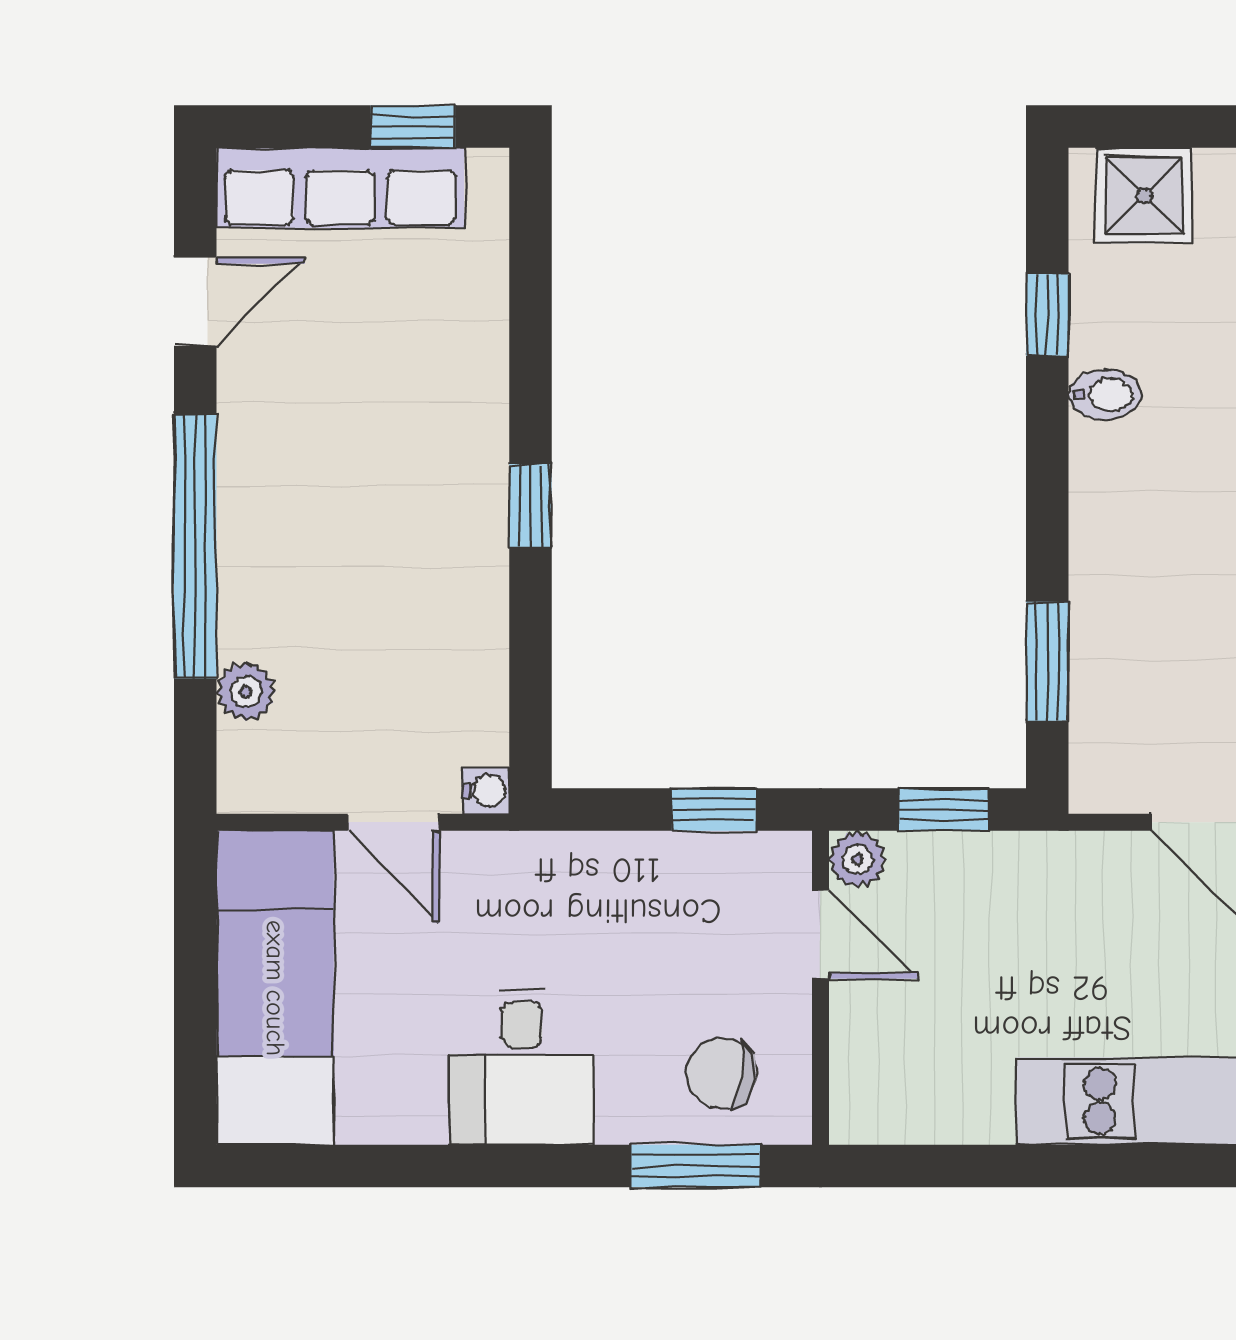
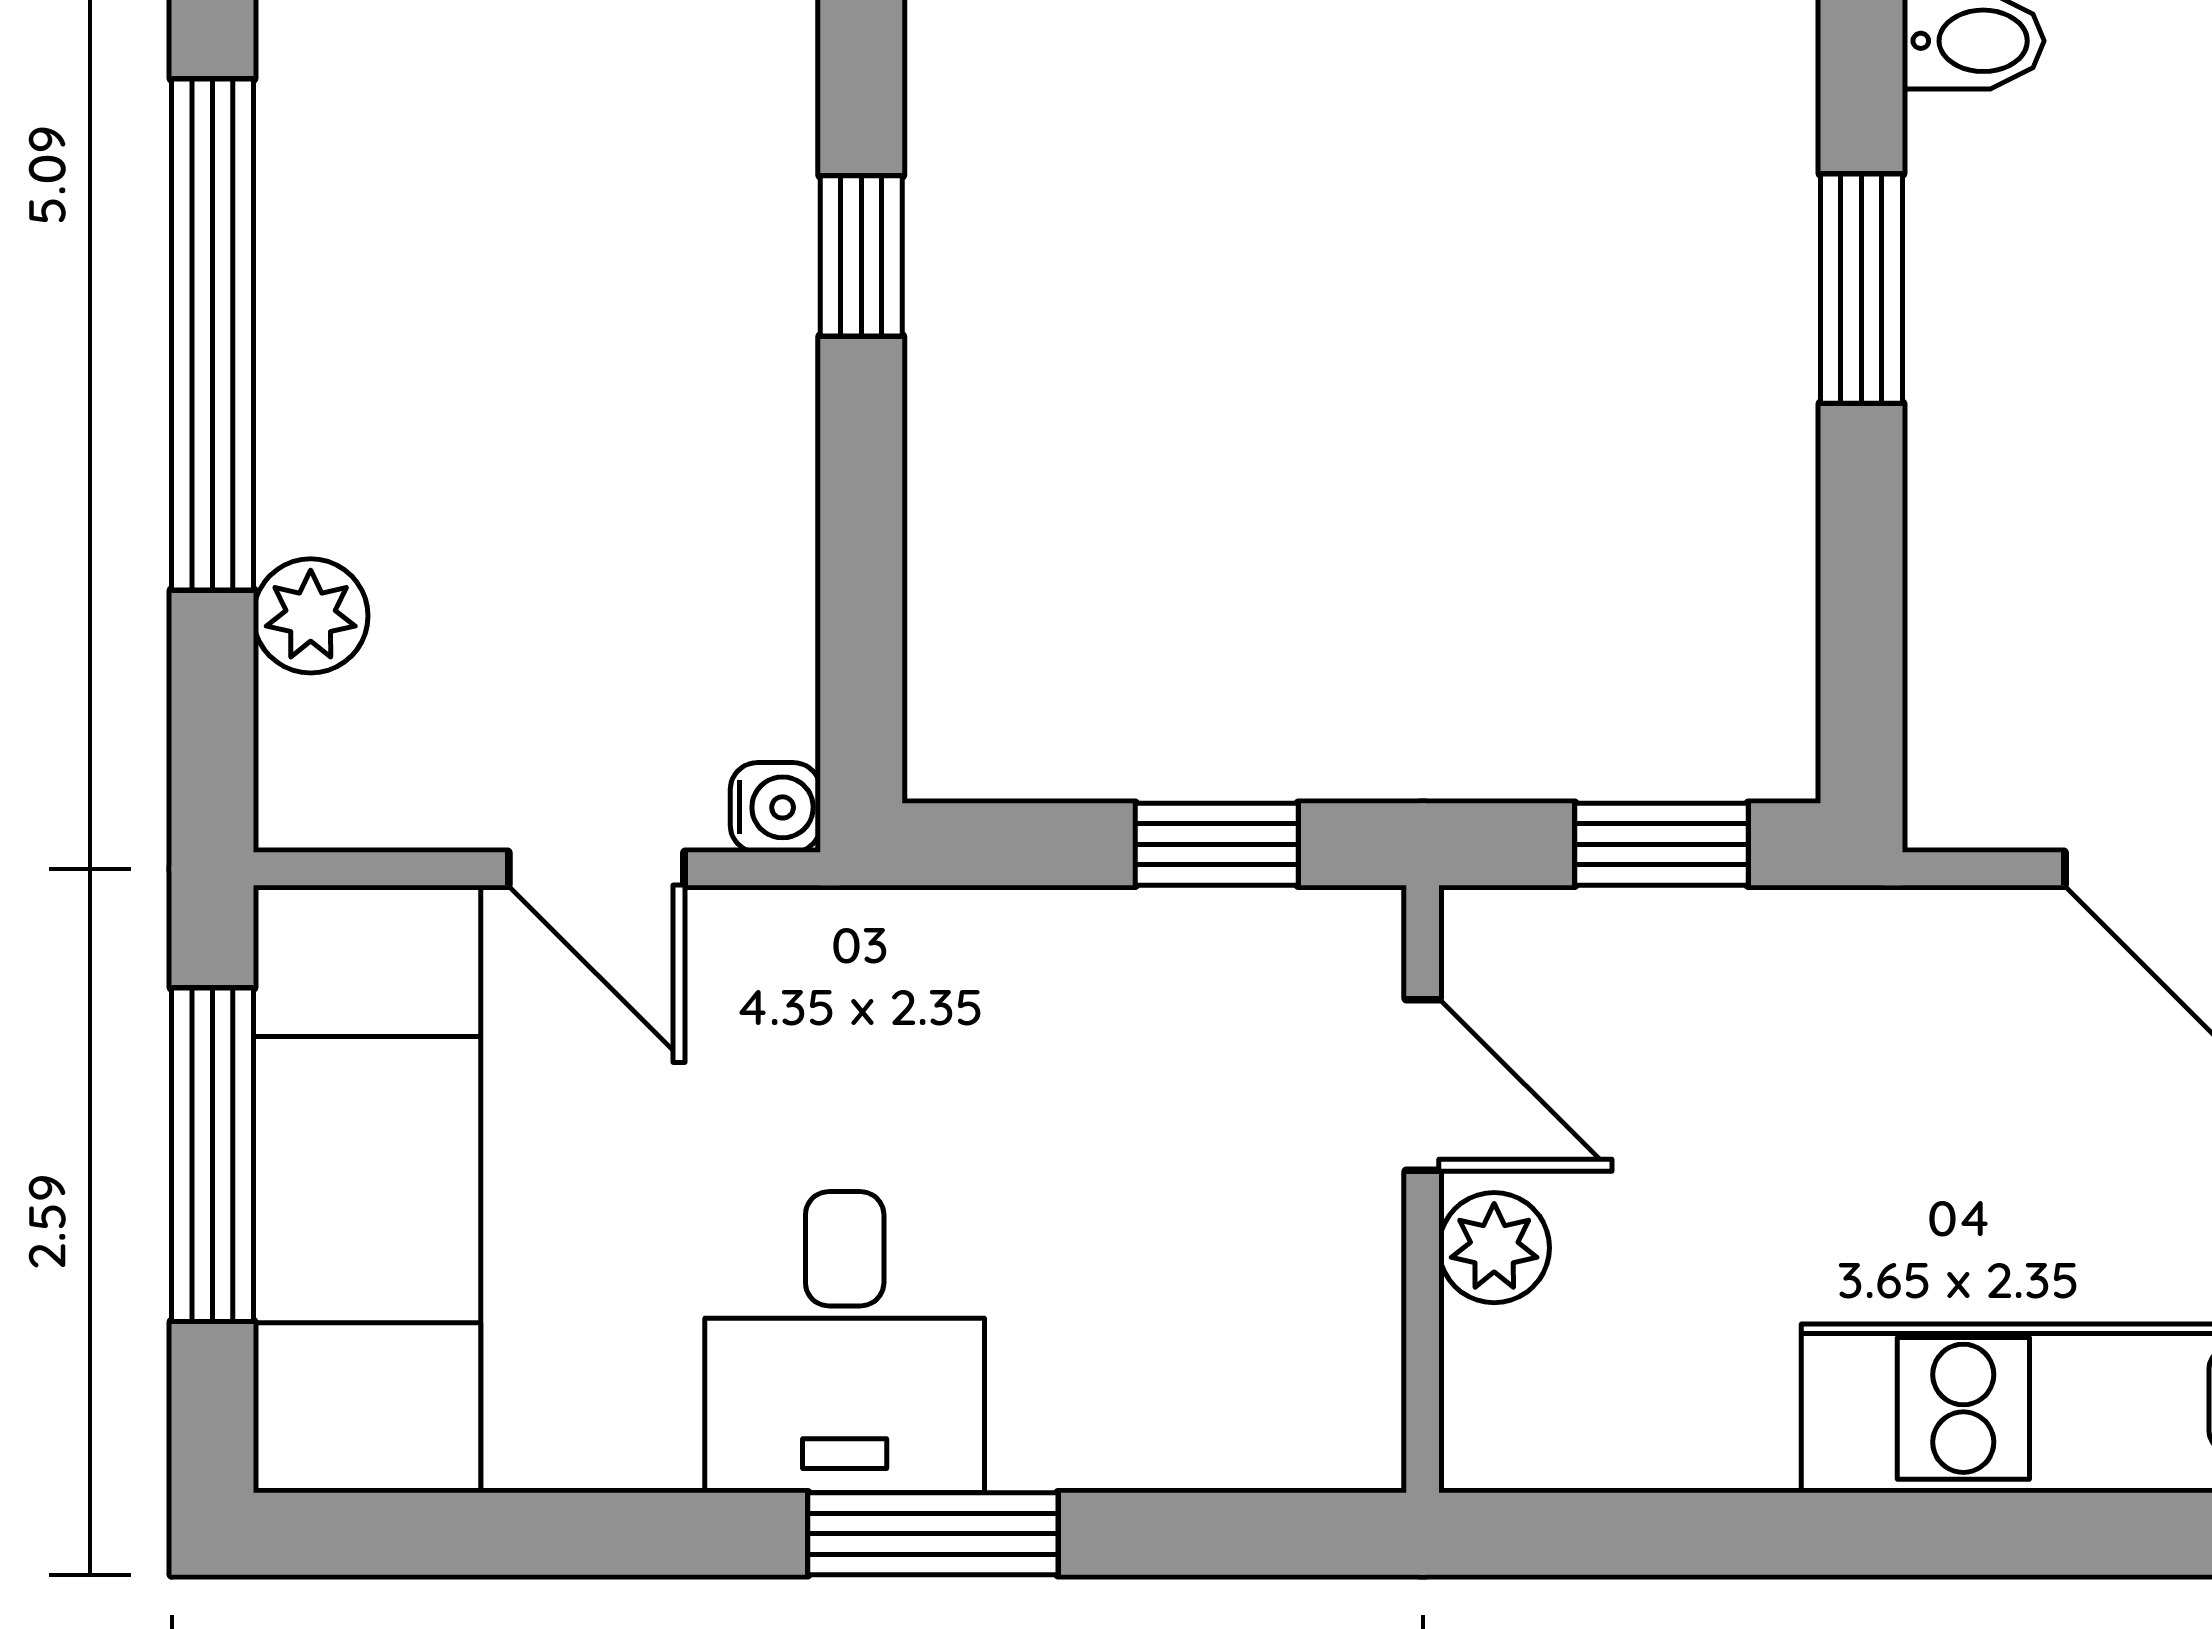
window: (1047, 661) -> (1861, 289), moved
plant: (857, 859) -> (1494, 1248), moved
window: (195, 970) -> (213, 1155), added
chair: (722, 1073) -> (1231, 1355), removed
window: (696, 1166) -> (933, 1534), moved

